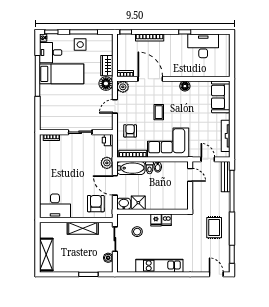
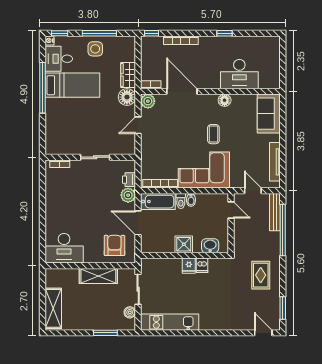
desk: (203, 46) -> (239, 74), moved, turned 180
coffee table: (159, 112) -> (213, 134), moved
armchair: (130, 131) -> (157, 156), removed
printer: (108, 140) -> (129, 180), moved
shower: (138, 203) -> (184, 244), moved
washbasin: (124, 204) -> (210, 246), moved
stool: (137, 232) -> (166, 280), removed
kitchen unit: (159, 266) -> (170, 322), moved

